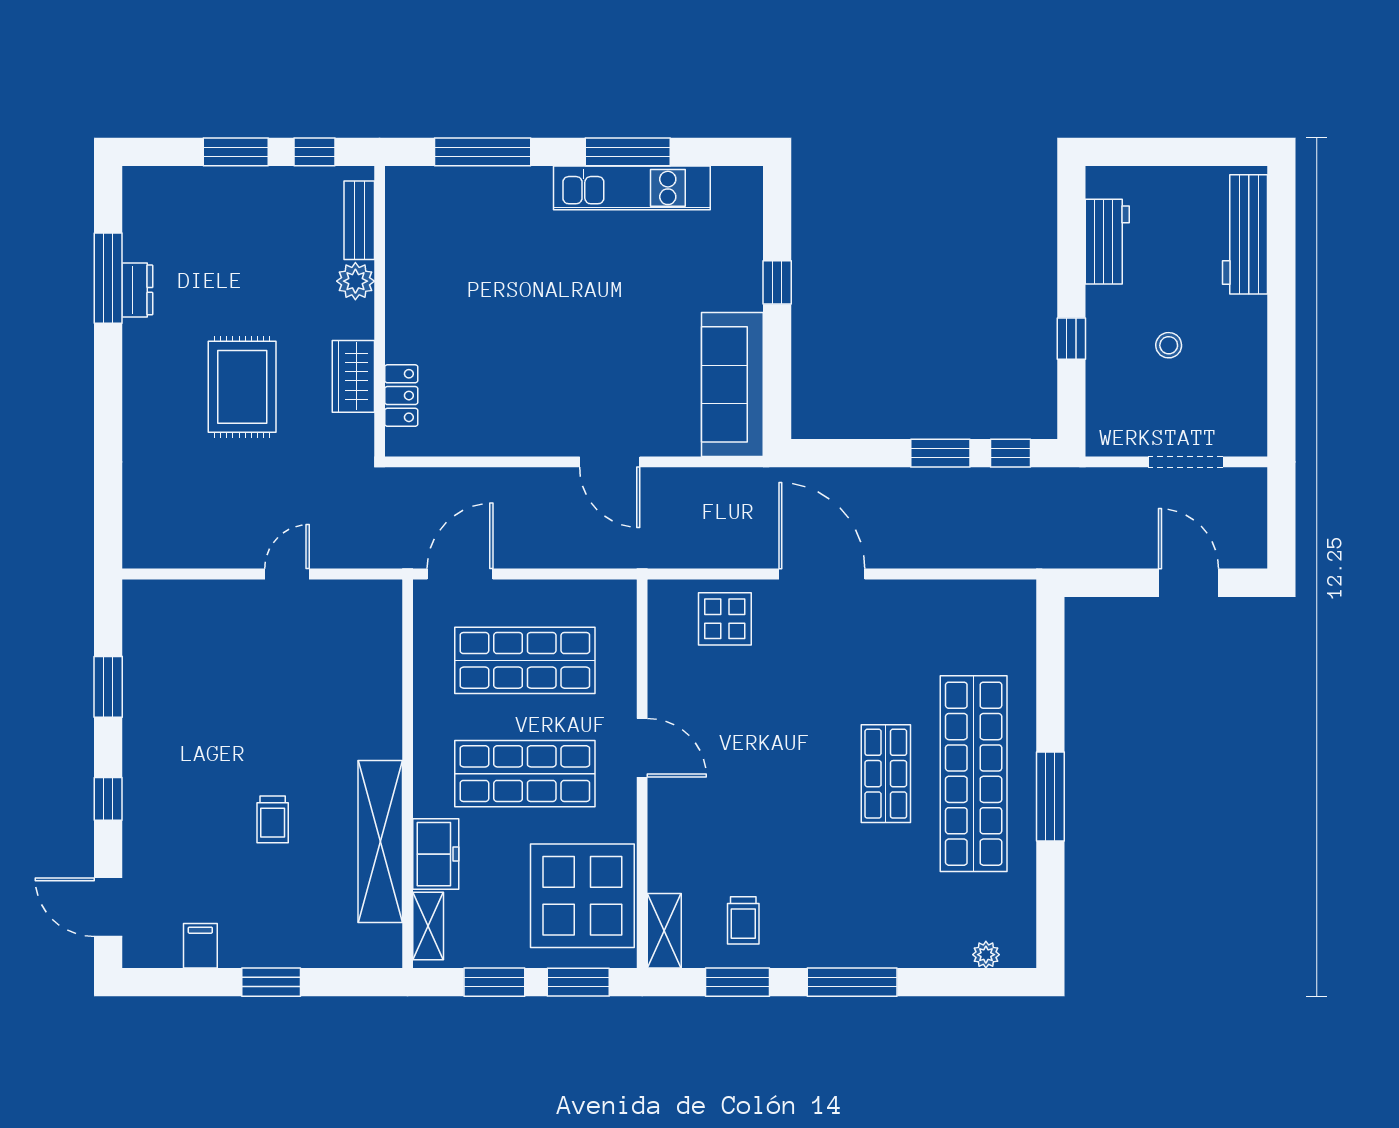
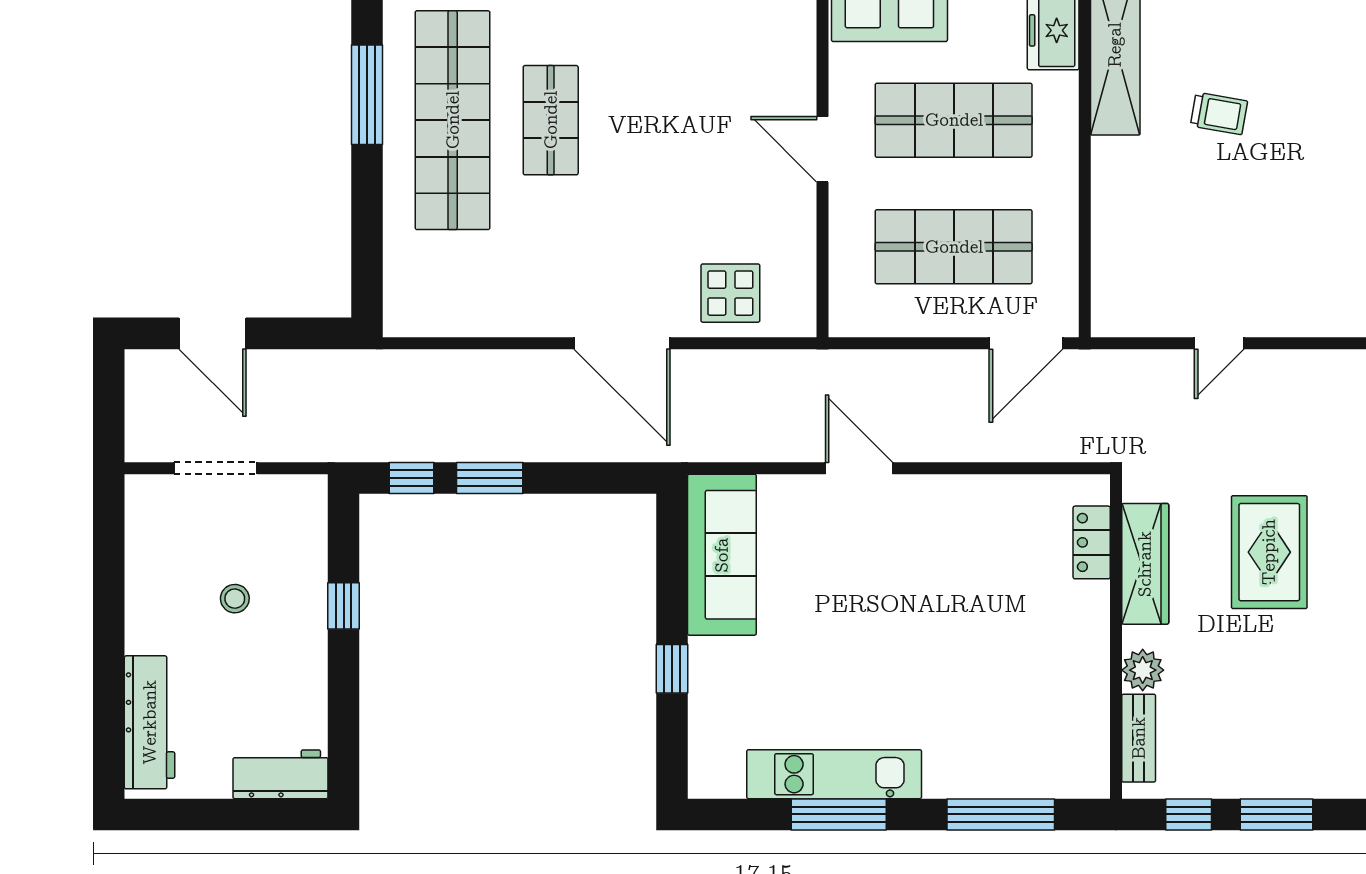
workbench: (1107, 242) -> (280, 774), moved, turned 90
wardrobe: (353, 376) -> (1145, 564), width x1.50
trolley: (273, 819) -> (1219, 113), moved, turned 100

